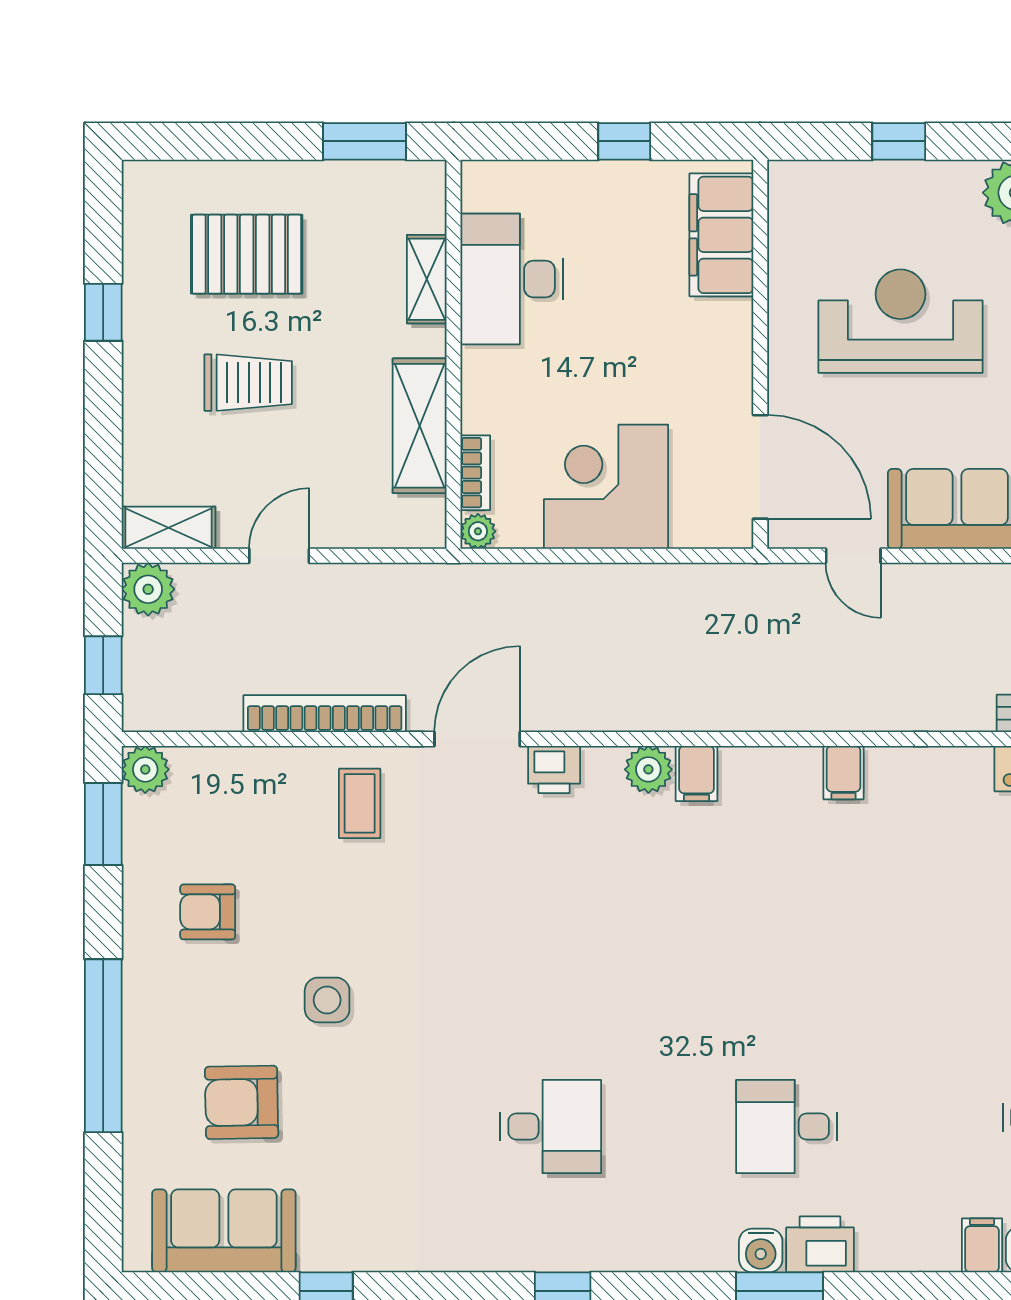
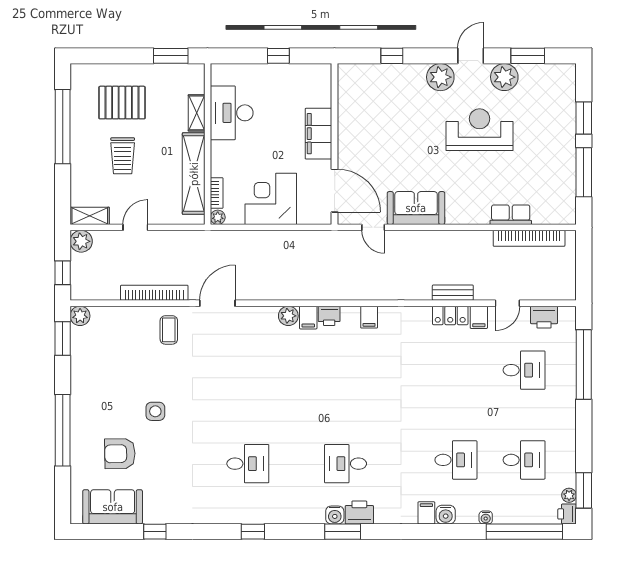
filing cabinet: (721, 235) -> (319, 134), moved
window: (103, 312) -> (63, 127), width x3.17
reception desk: (901, 321) -> (393, 130), removed
trolley: (248, 383) -> (123, 156), turned 90
shelving: (420, 426) -> (194, 174), width x1.47
printer: (554, 769) -> (329, 316), moved
armchair: (208, 912) -> (106, 375), removed

